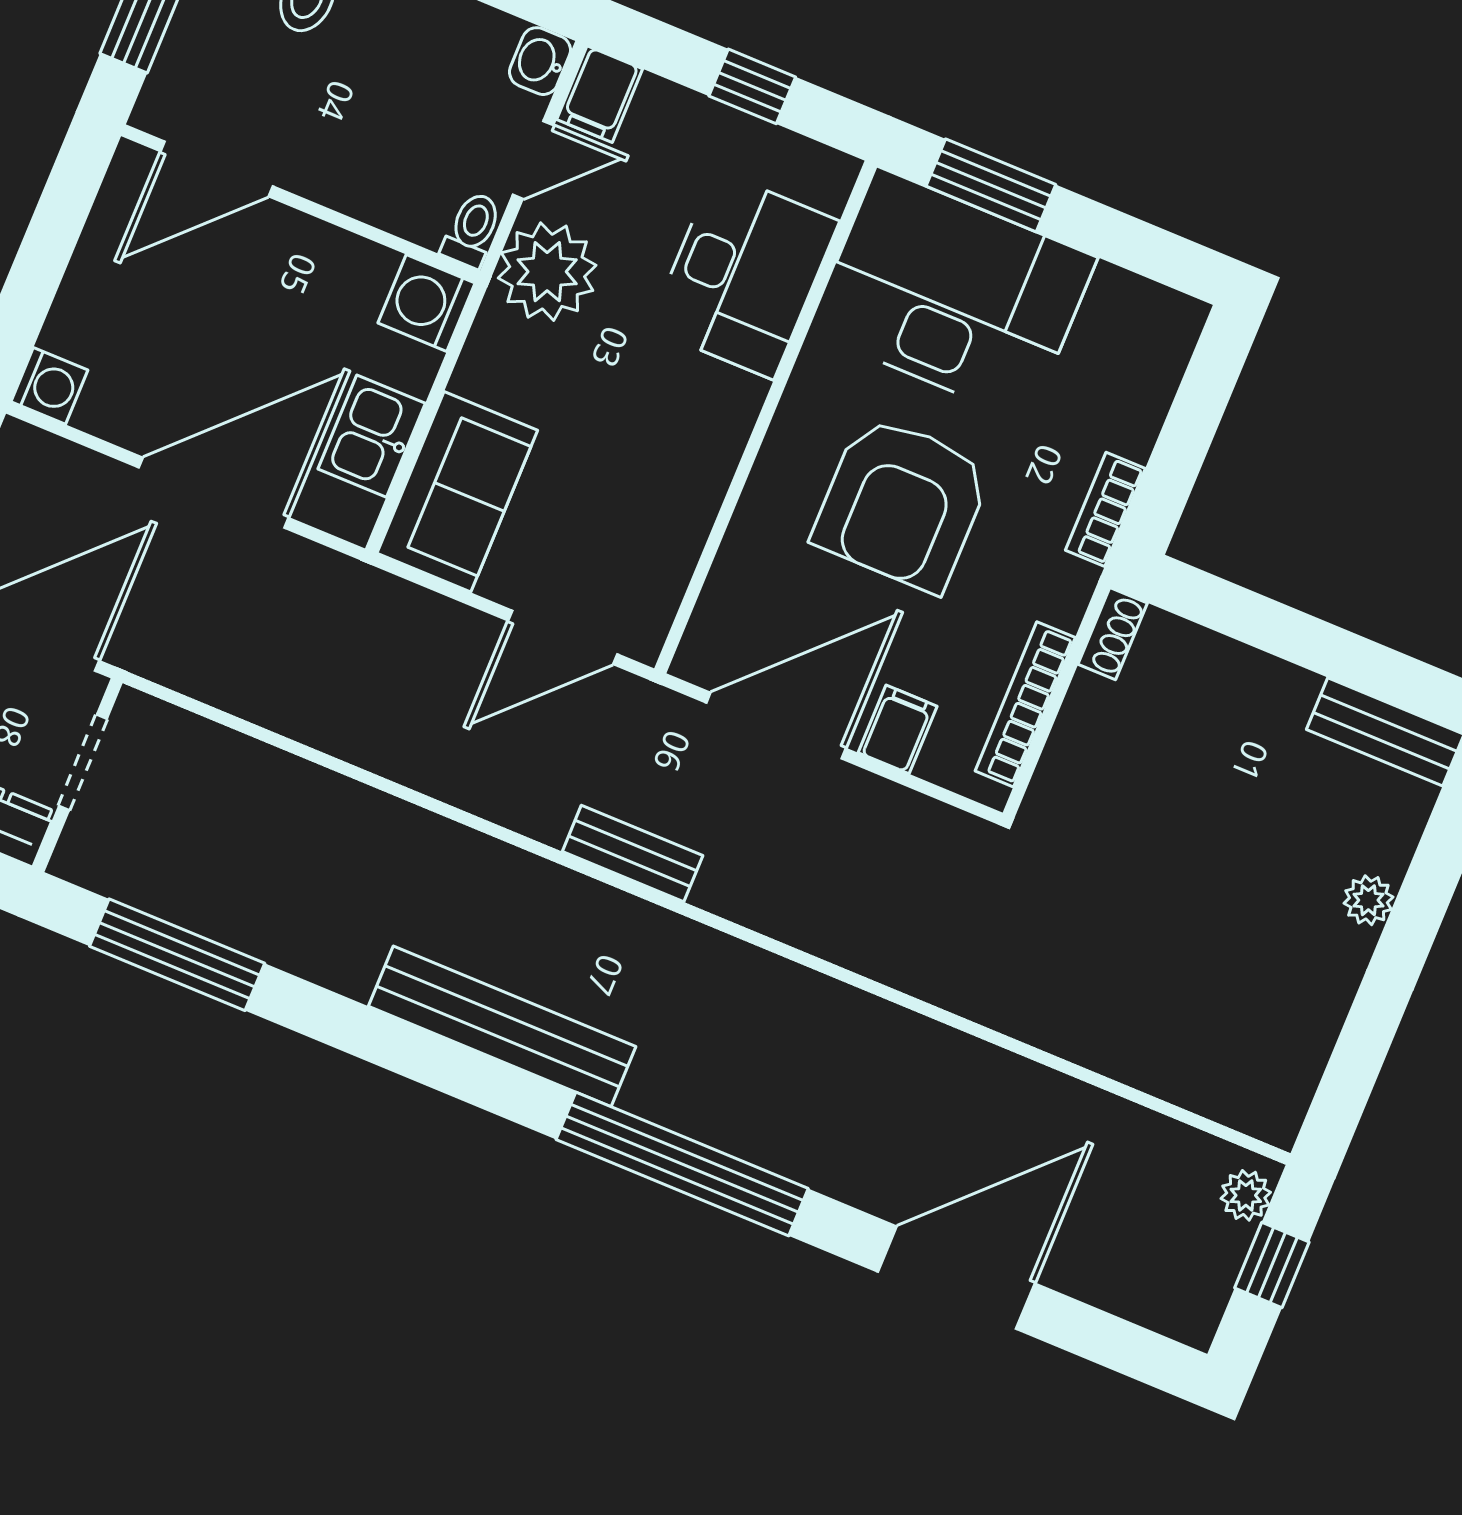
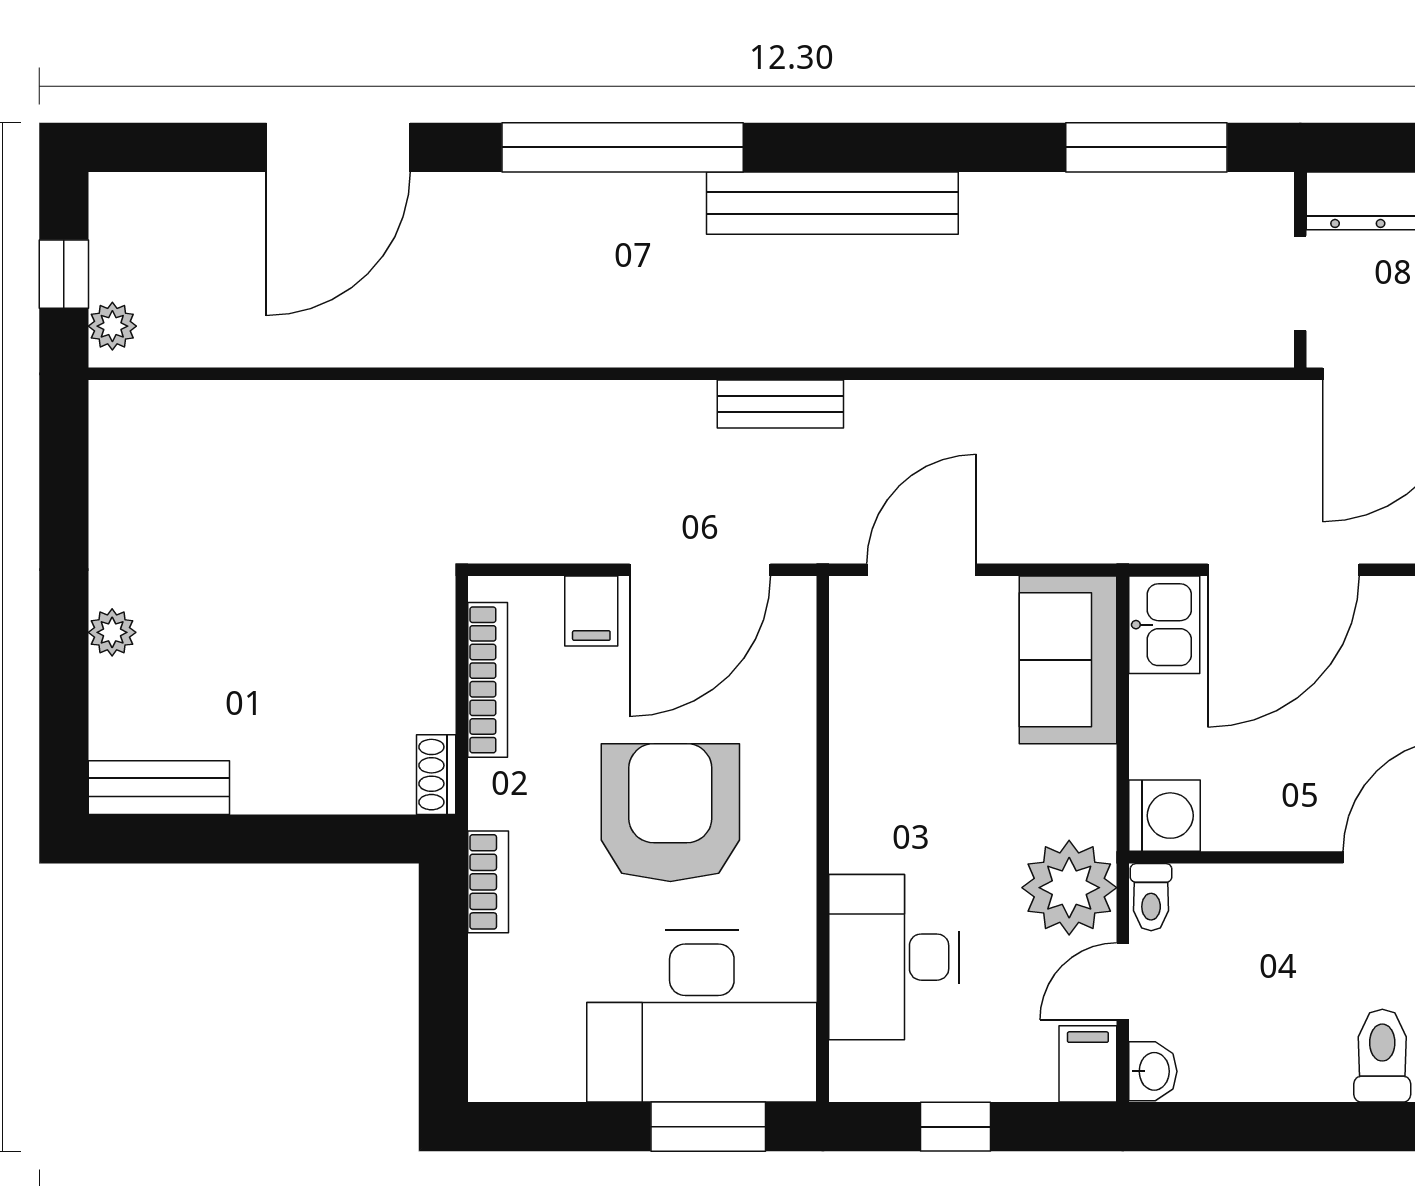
kitchen sink: (372, 436) -> (1164, 625), moved

